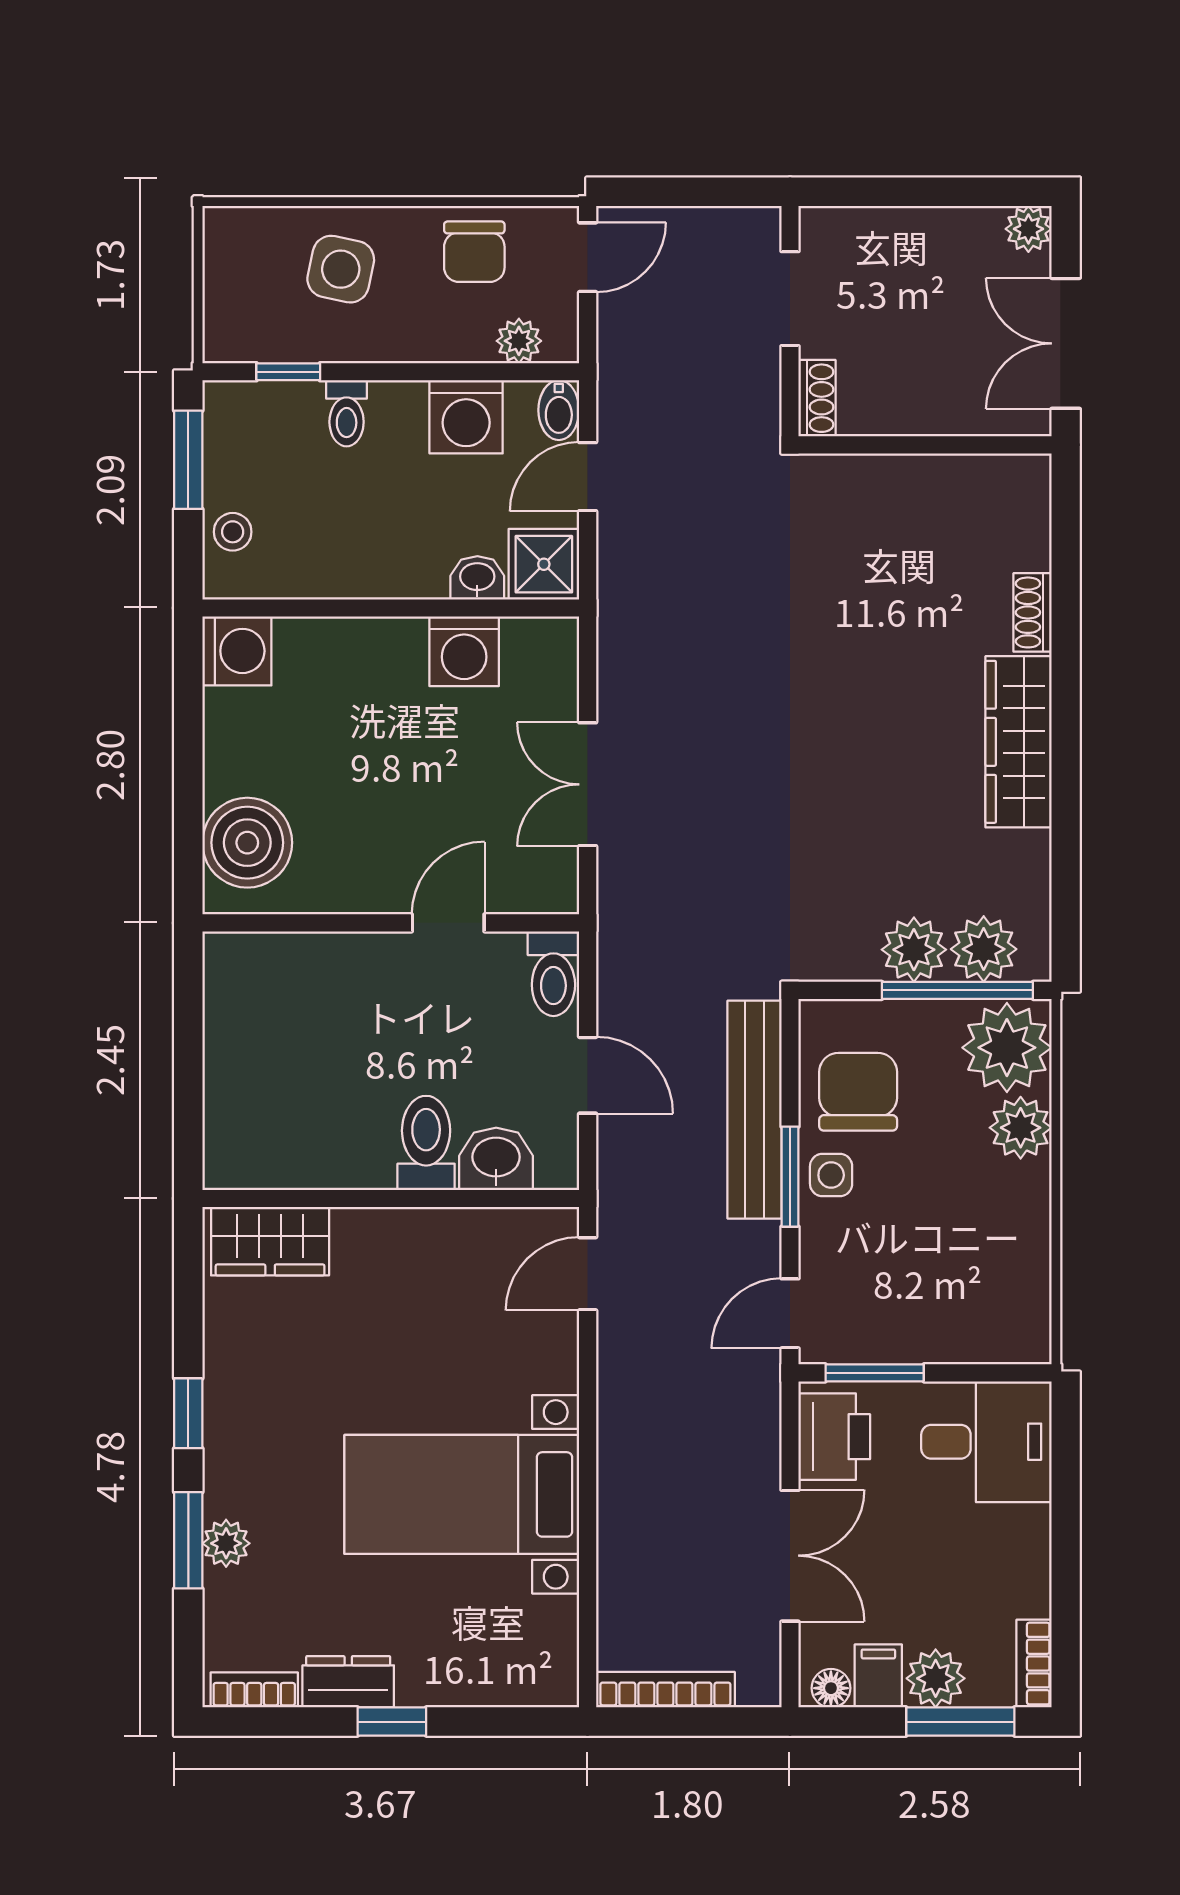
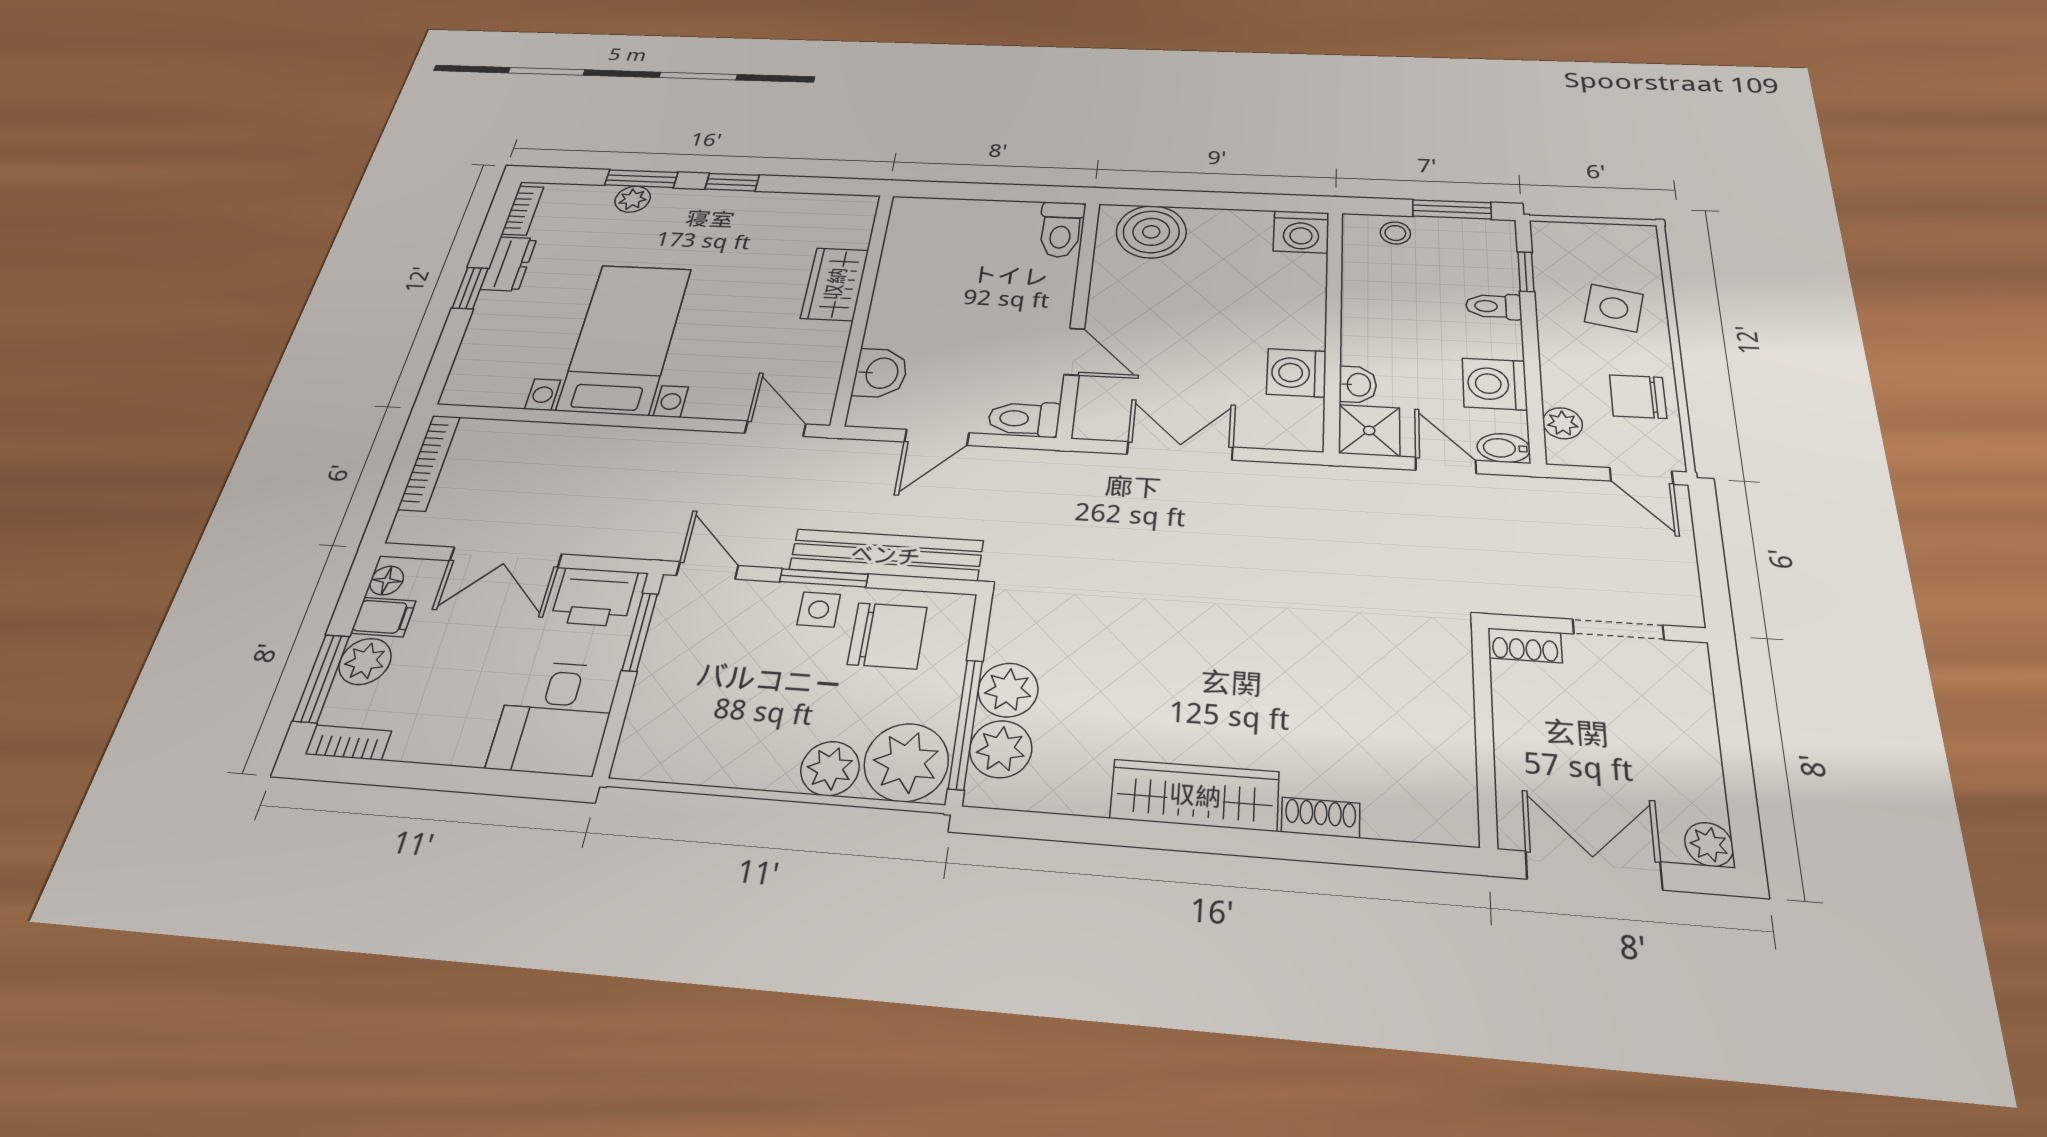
toilet: (426, 1143) -> (1061, 230), moved, turned 90
wardrobe: (270, 1241) -> (835, 284), moved

